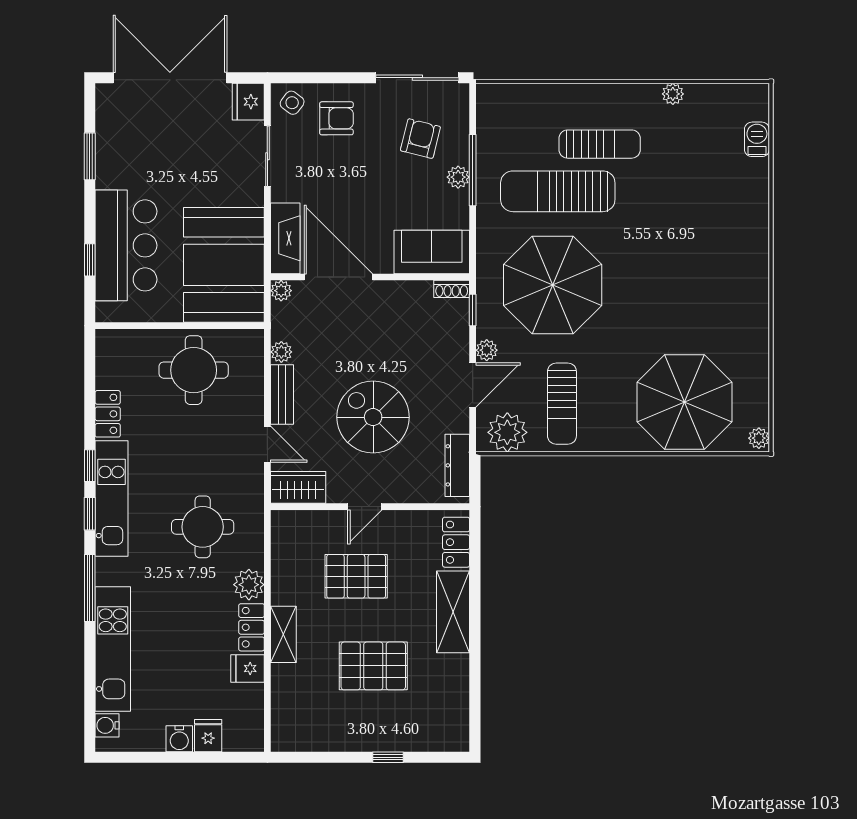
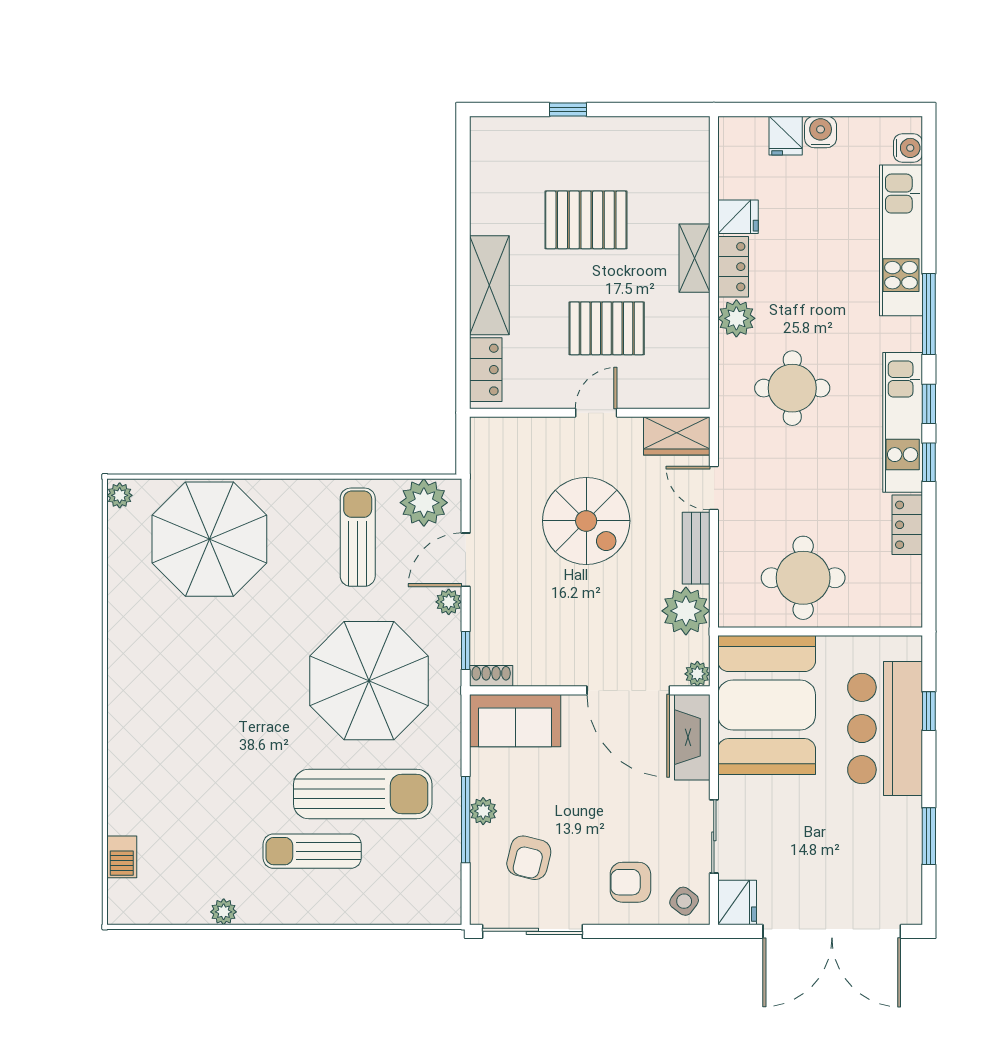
plant: (281, 352) -> (686, 611), width x1.87, depth x1.87
dresser: (457, 465) -> (484, 463), removed

